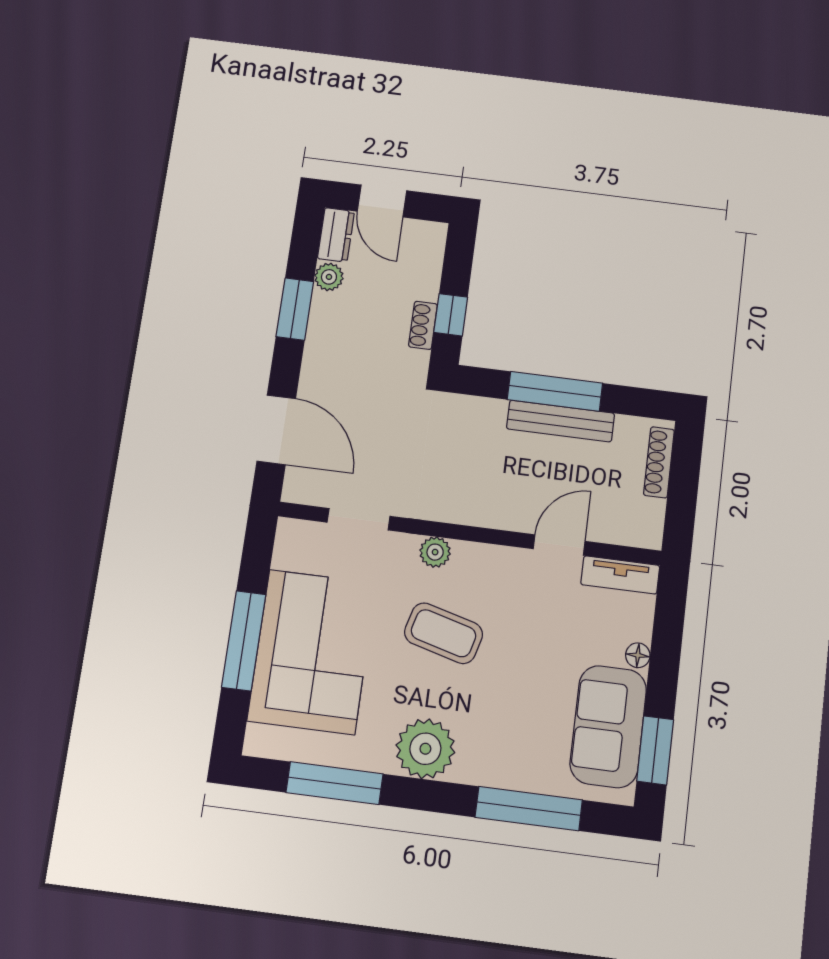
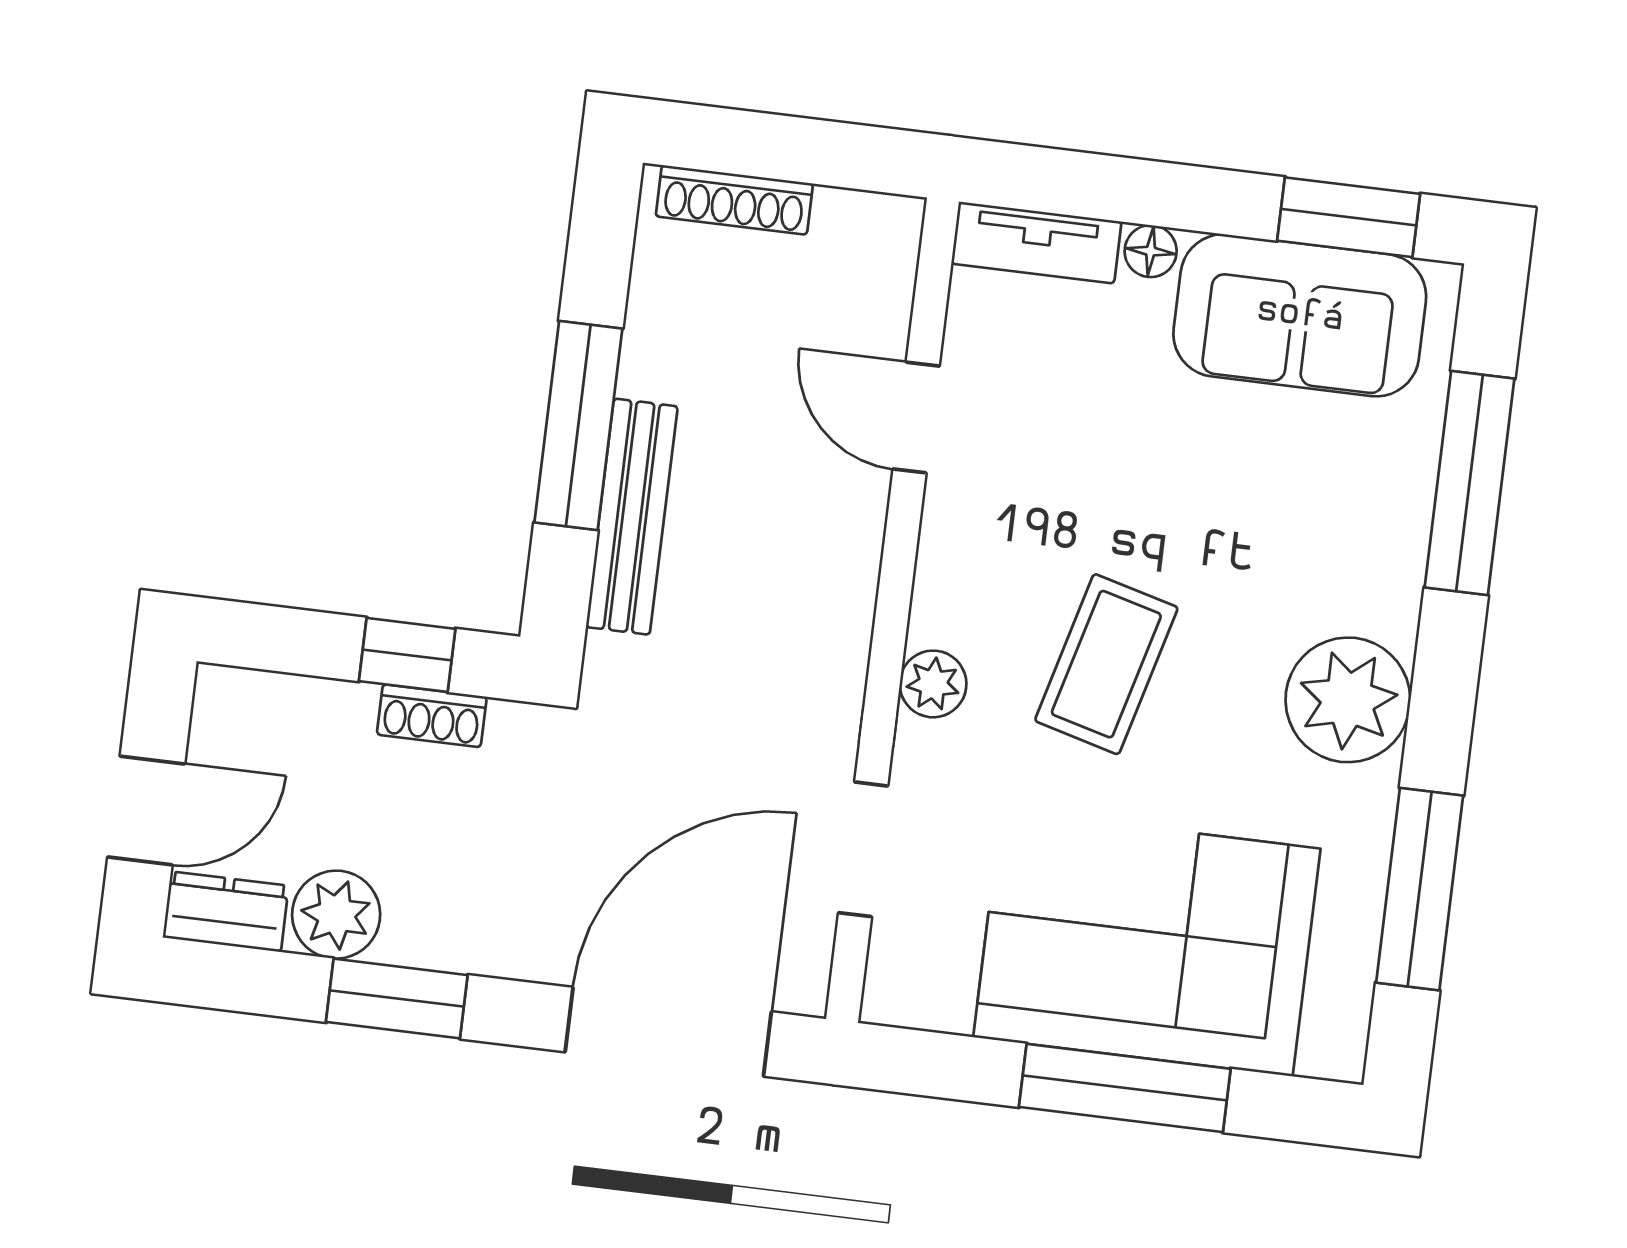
plant: (329, 277) -> (336, 915), width x1.38, depth x1.38
bench: (561, 421) -> (632, 517), moved
door: (276, 430) -> (668, 1032), width x1.36
tv unit: (620, 575) -> (1036, 243), moved, turned 90

